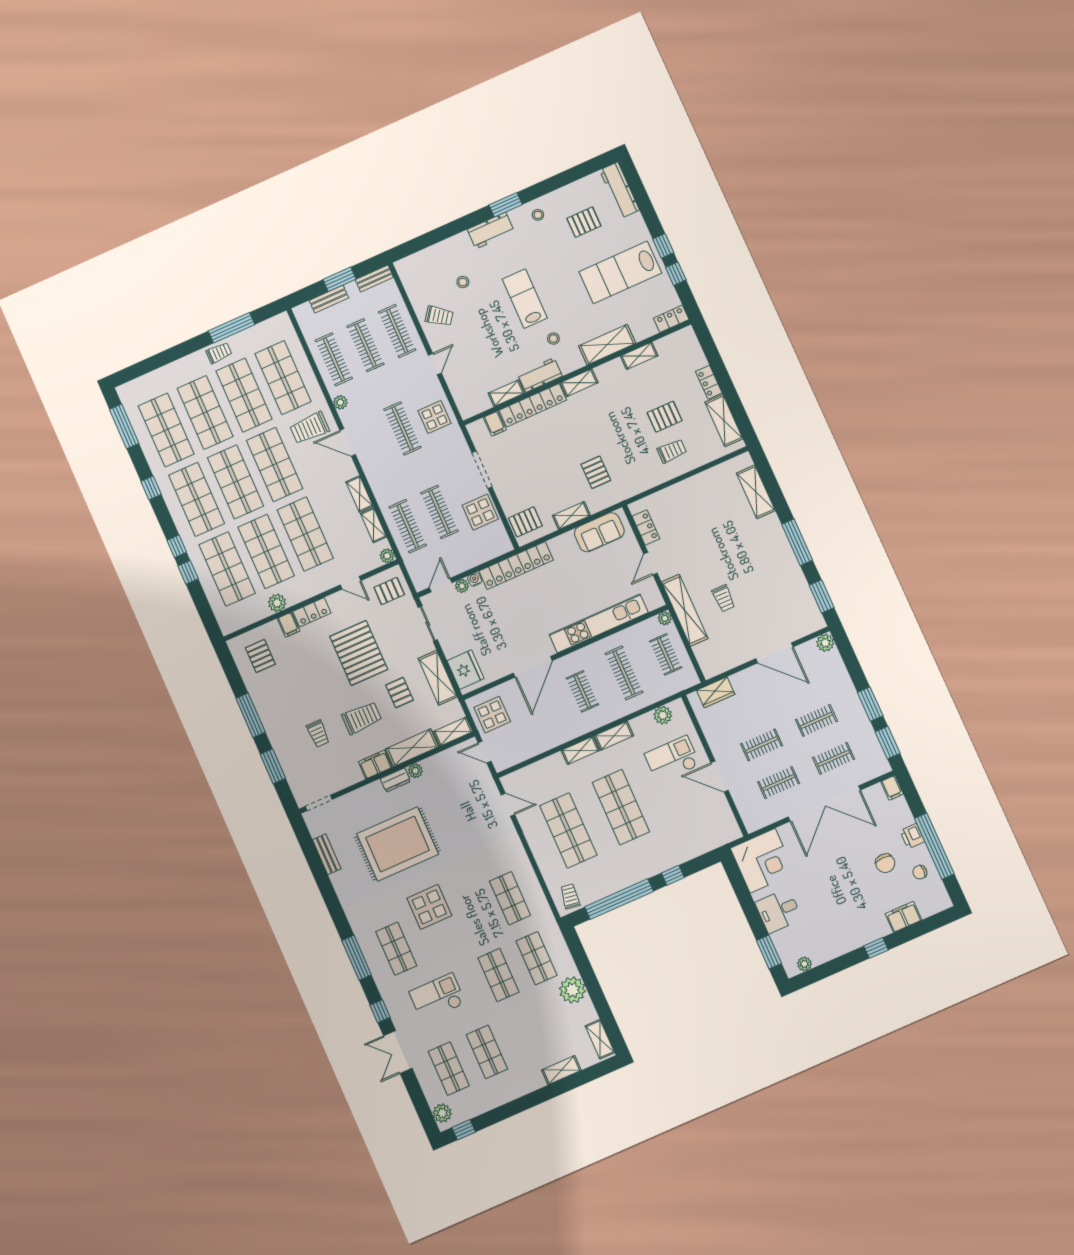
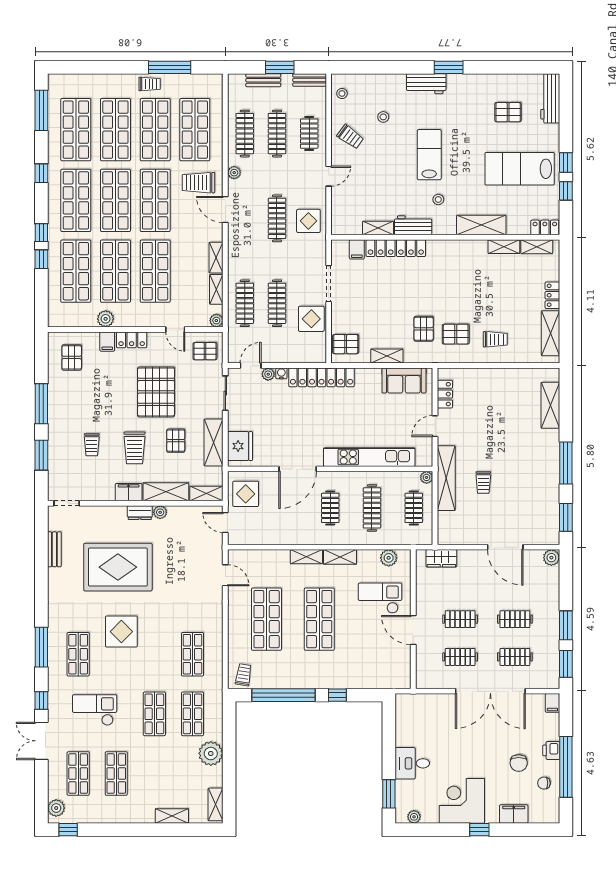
stool: (538, 215) -> (342, 93), moved
clothes rail: (397, 331) -> (309, 134), width x0.73
shelving: (579, 383) -> (537, 247), moved
pallet: (665, 417) -> (456, 334), moved
trolley: (362, 718) -> (134, 448), turned 90
corner desk: (763, 861) -> (462, 801), moved, turned 180

